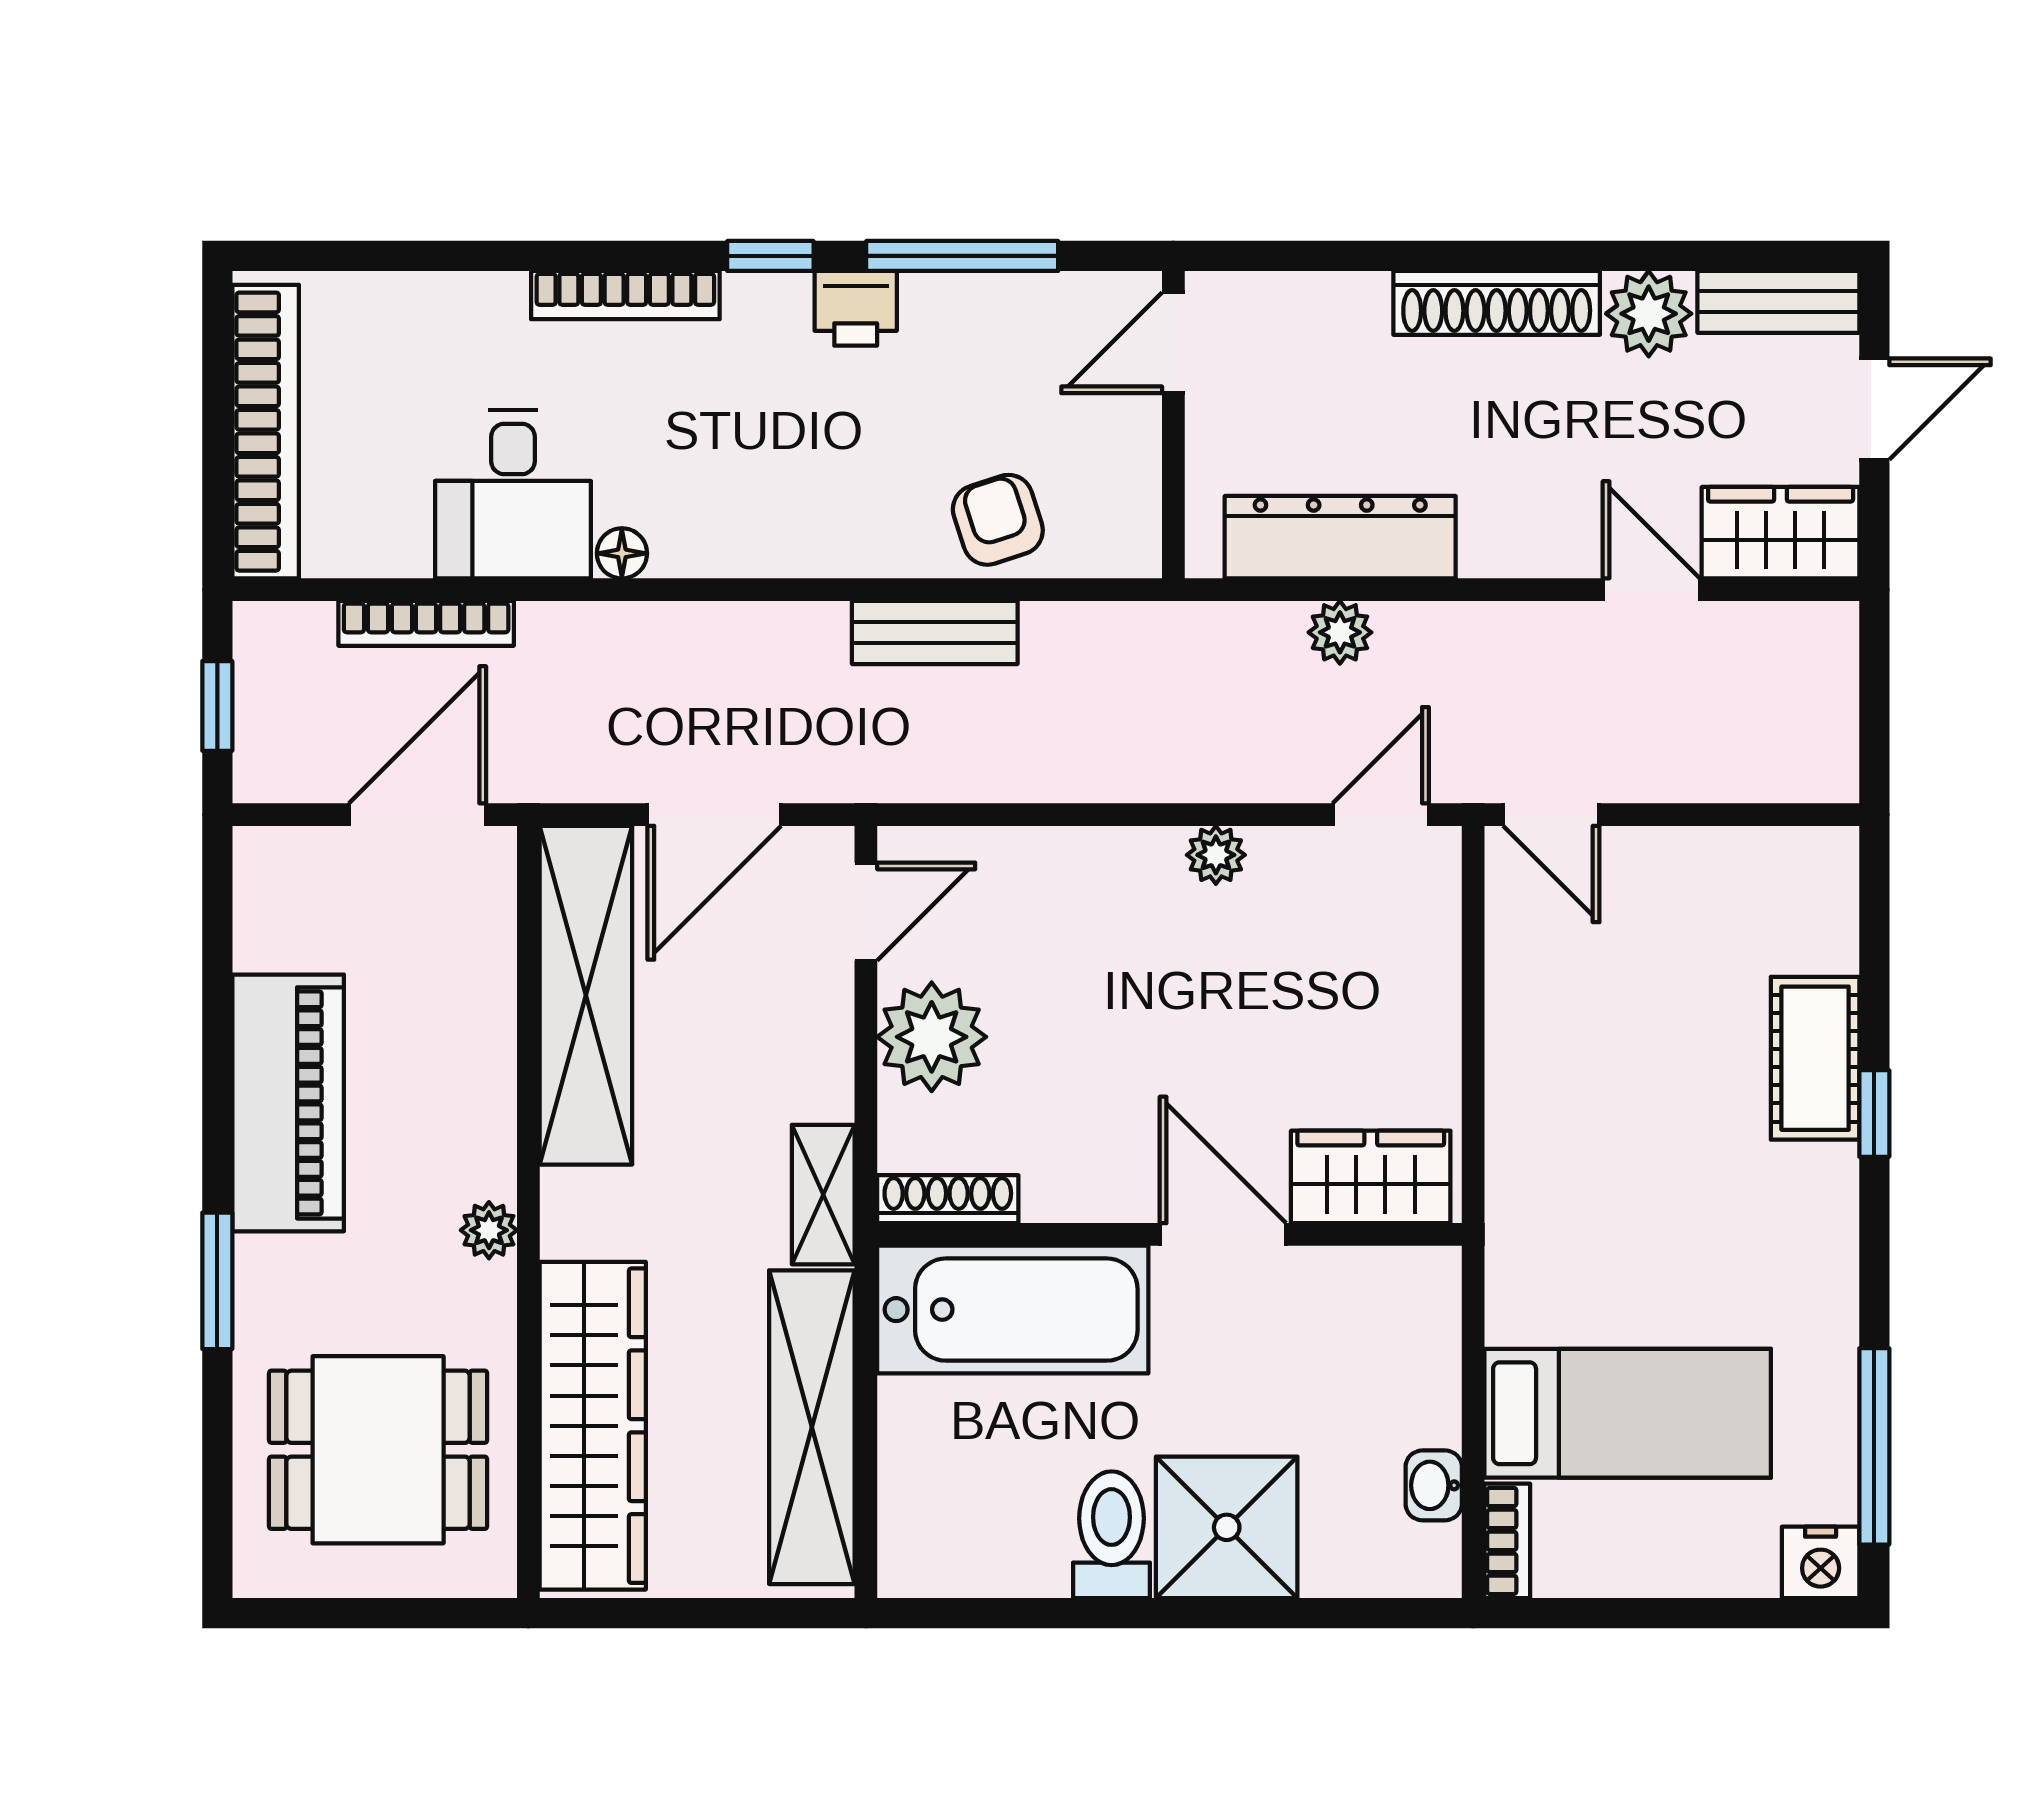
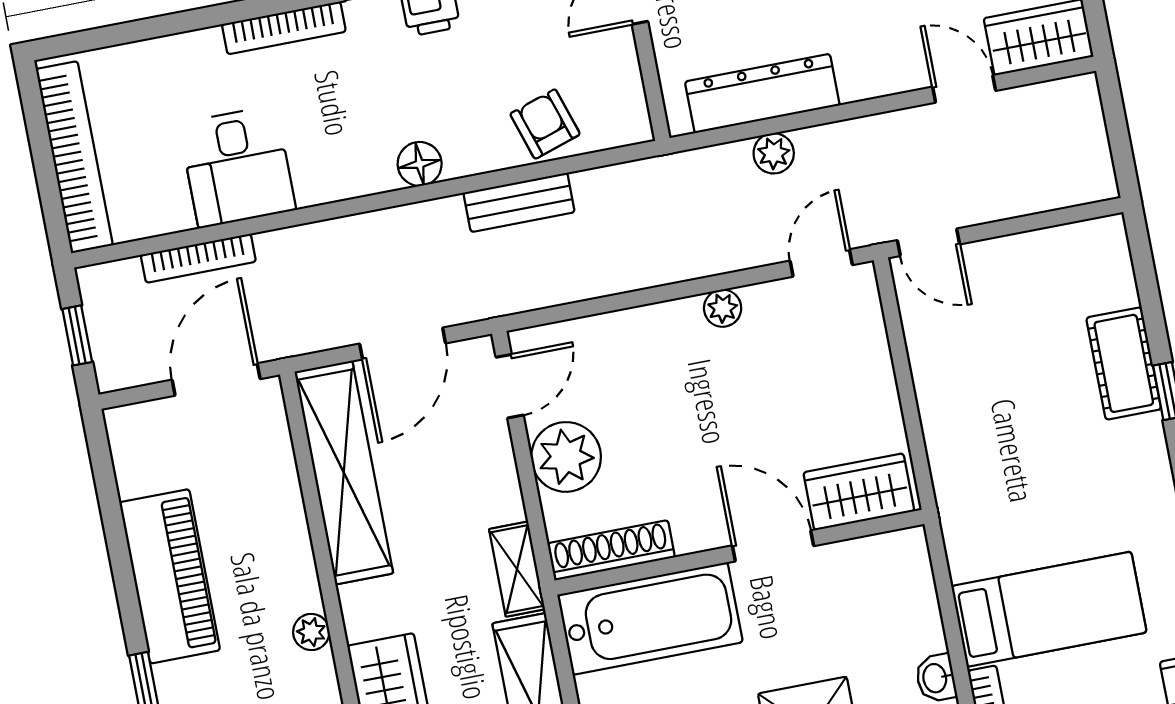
floor lamp: (622, 553) -> (420, 164), moved, width x1.37, depth x1.37
shoe rack: (948, 1199) -> (611, 550), width x1.36, depth x1.24

